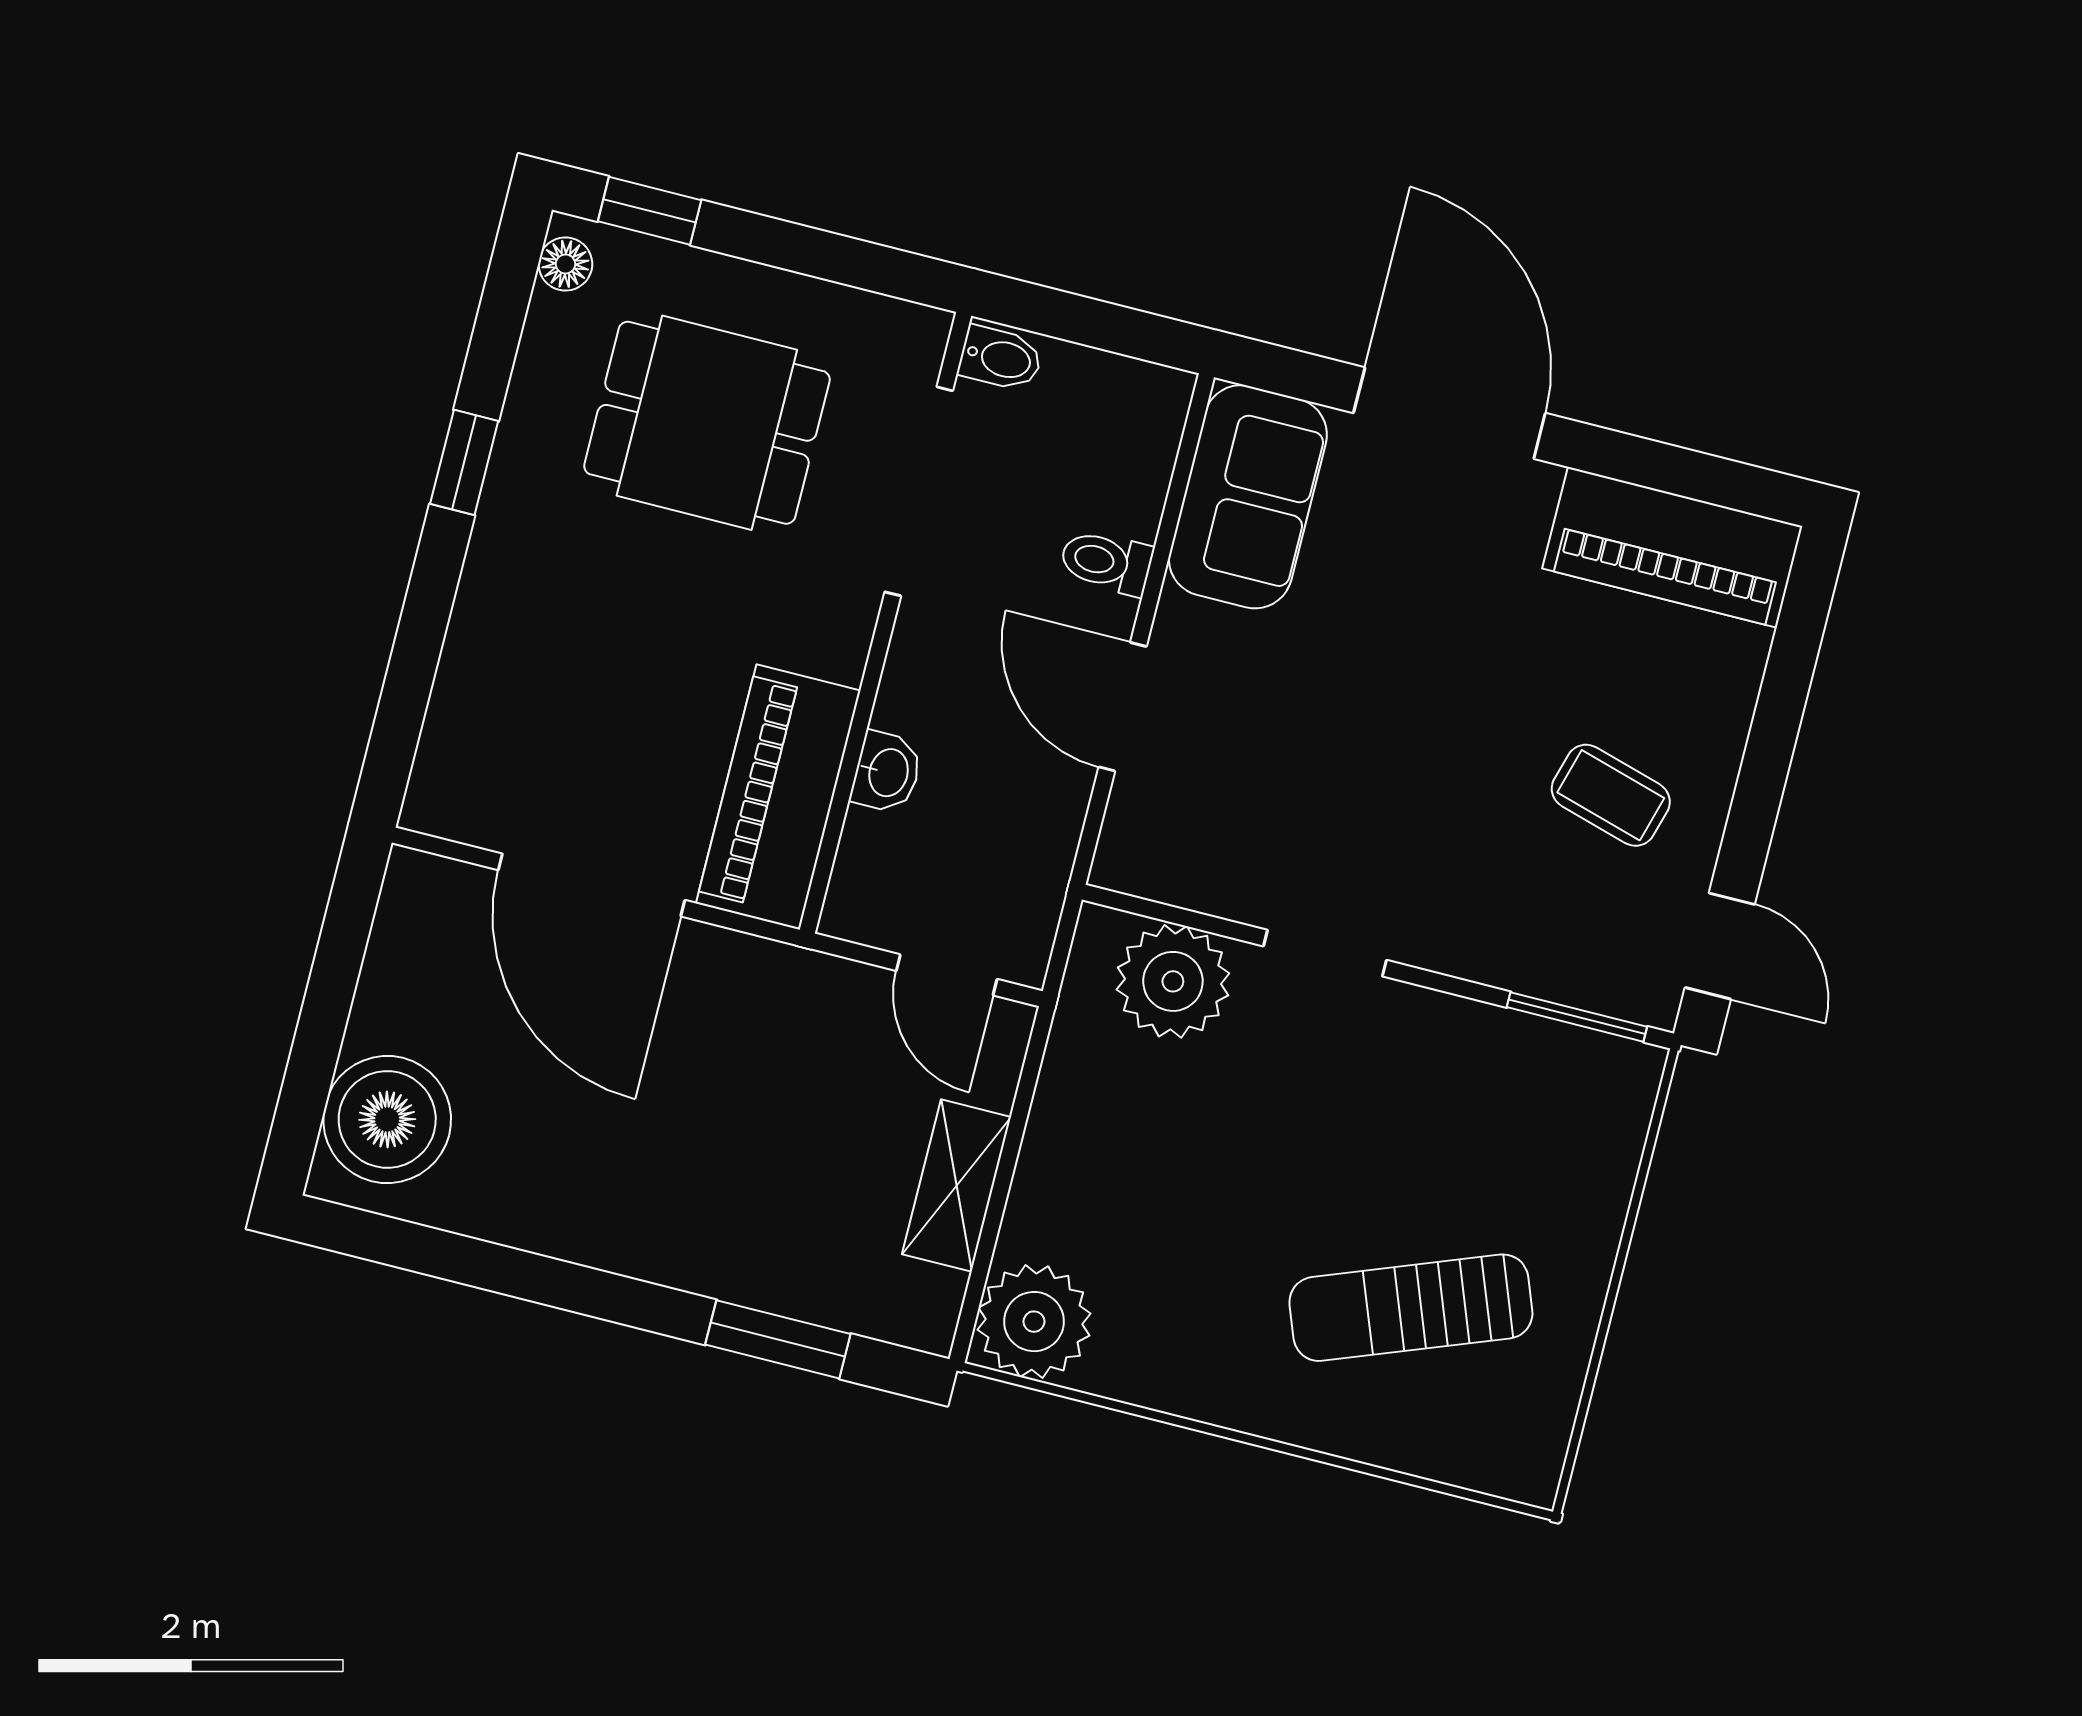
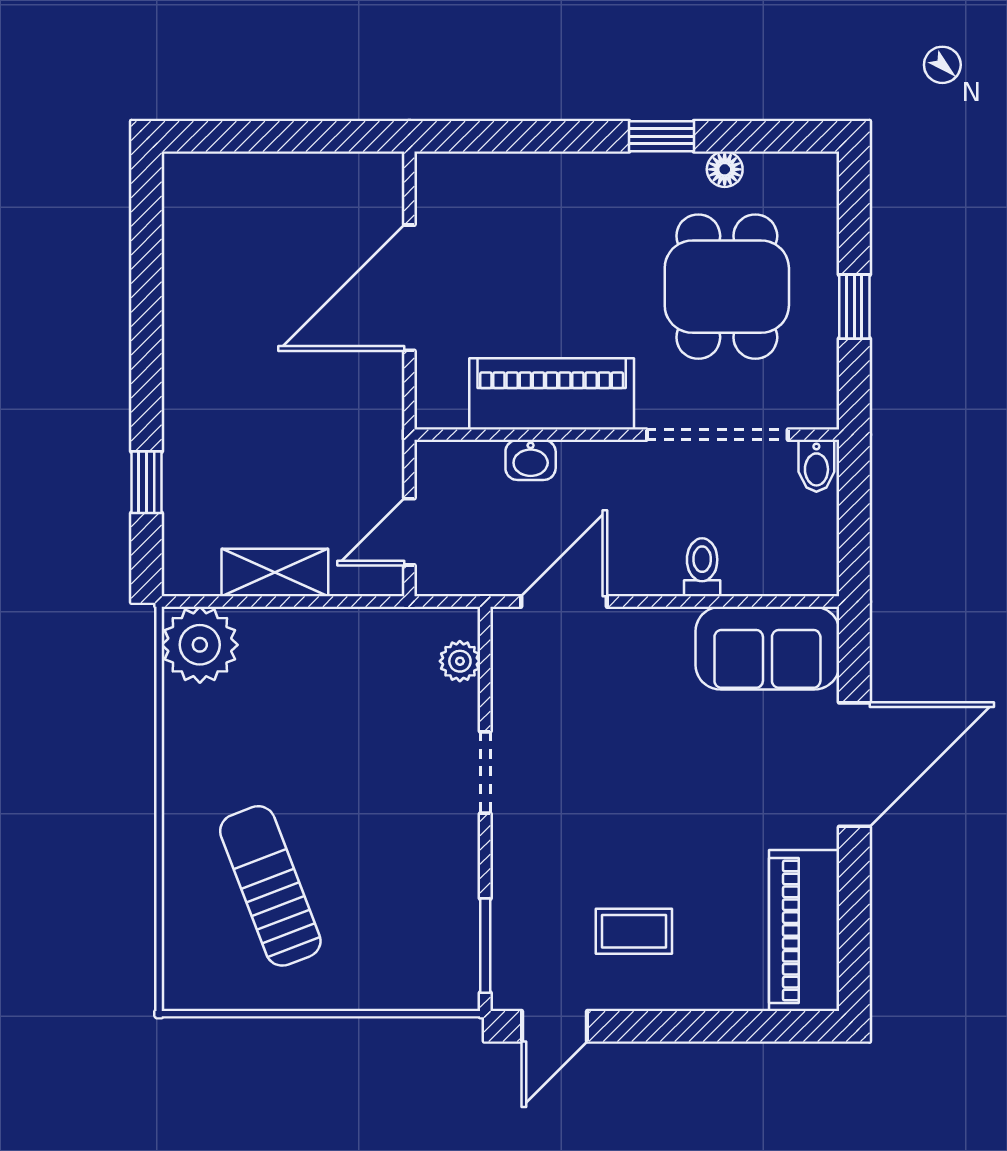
window: (650, 211) -> (854, 307), moved
floor lamp: (565, 264) -> (725, 169), moved
door: (1123, 707) -> (564, 602), moved
coffee table: (1611, 795) -> (634, 931), turned 74
piano: (778, 797) -> (552, 394), moved
plant: (1173, 981) -> (460, 661), width x0.53, depth x0.53
boiler: (387, 1119) -> (225, 194), removed
window: (778, 1339) -> (146, 482), width x0.67

